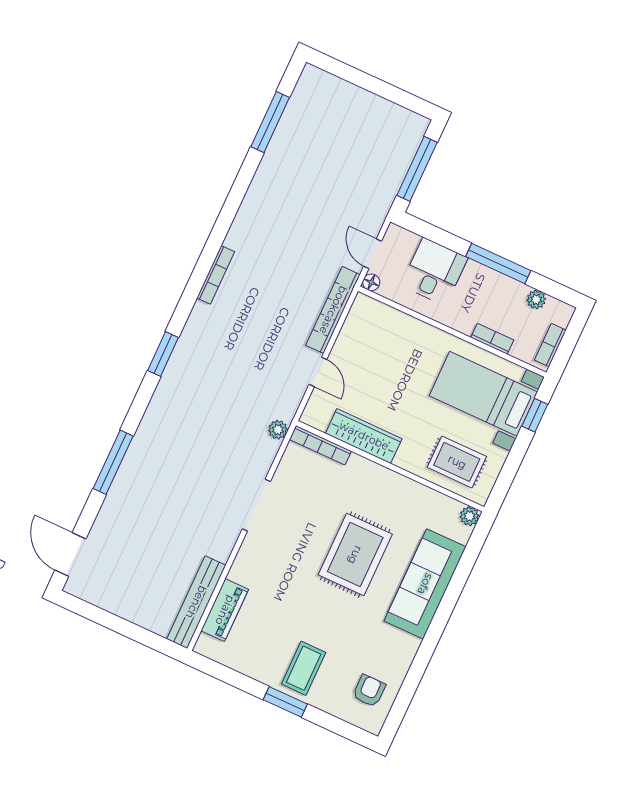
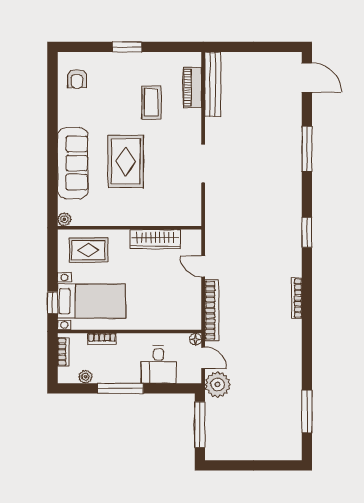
plant: (278, 430) -> (218, 384), moved, width x1.88, depth x1.88
bookcase: (320, 445) -> (180, 221), removed
coffee table: (304, 668) -> (151, 102), moved

